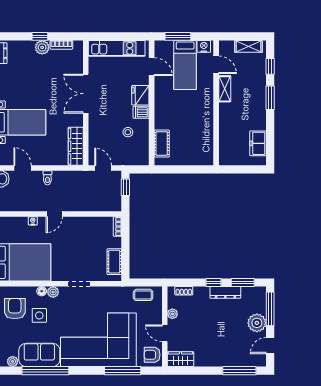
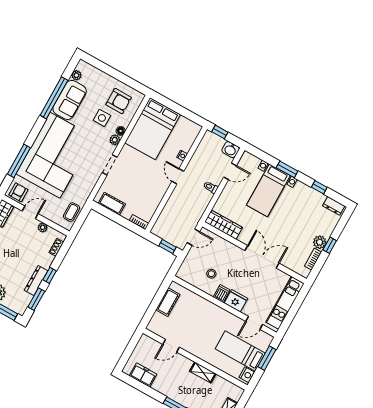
door: (216, 65) -> (171, 346), moved
cot: (162, 143) -> (168, 302), moved, turned 90

